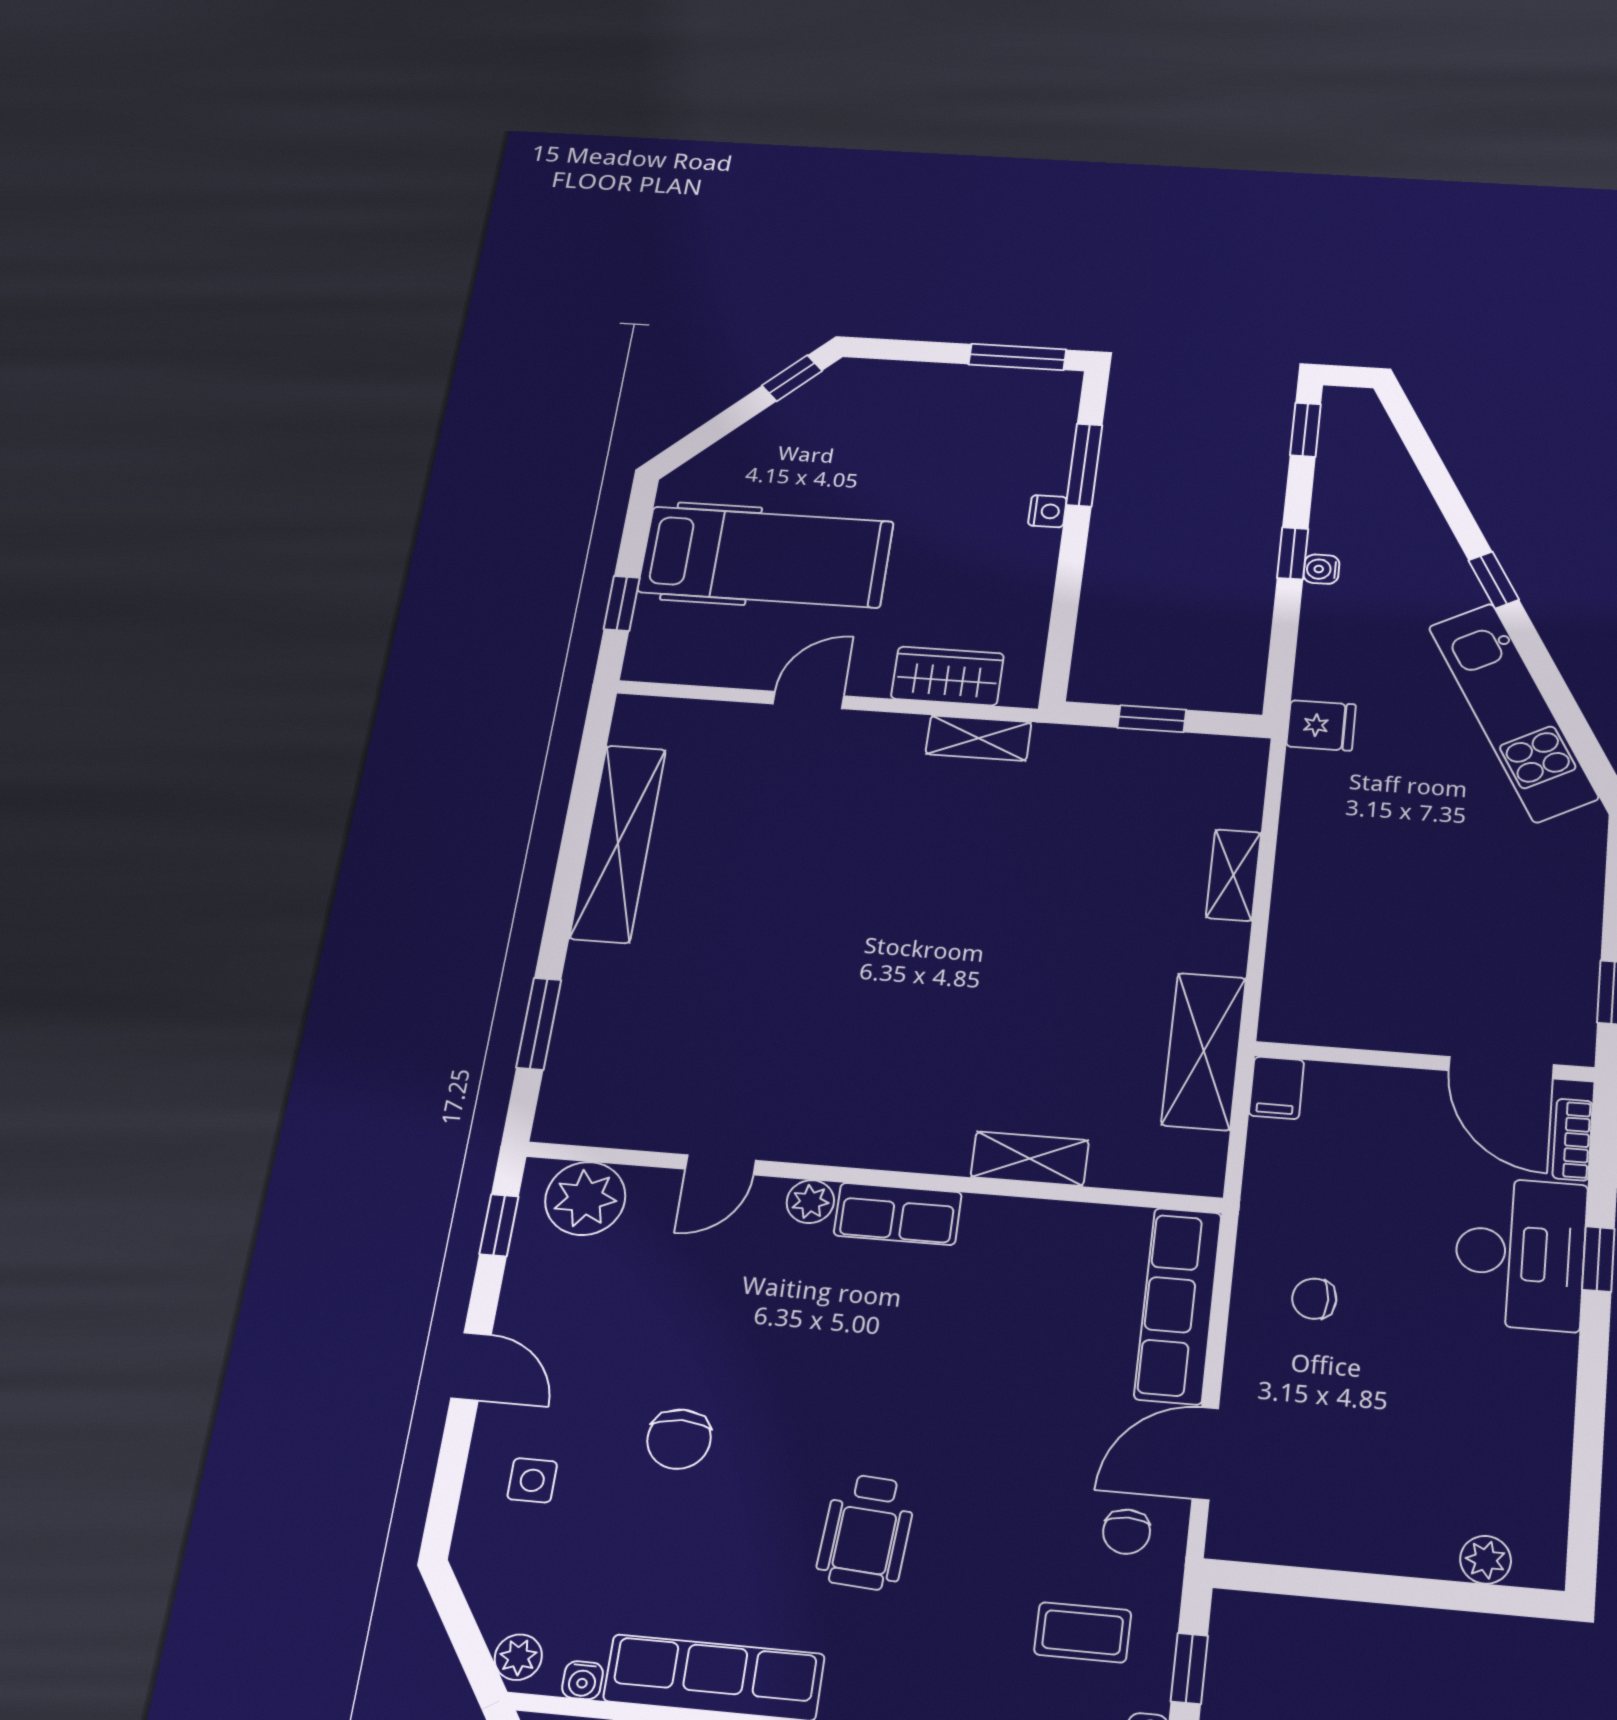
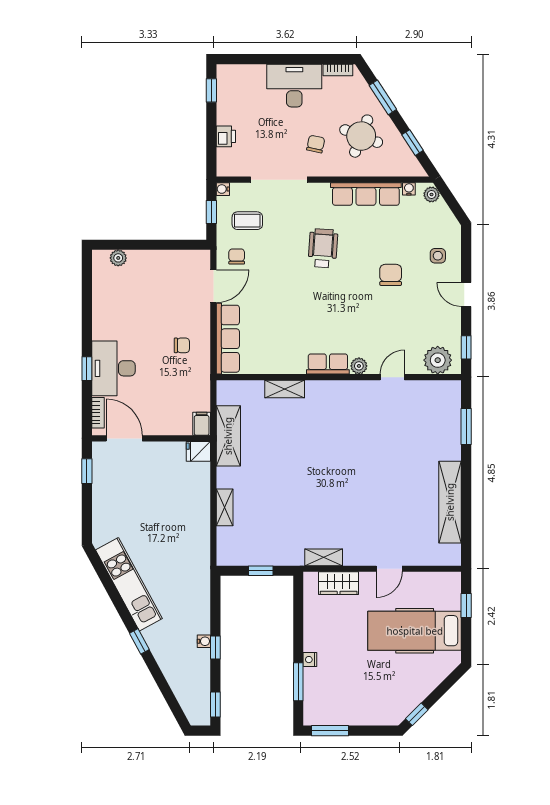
fridge: (1321, 725) -> (198, 451), moved

